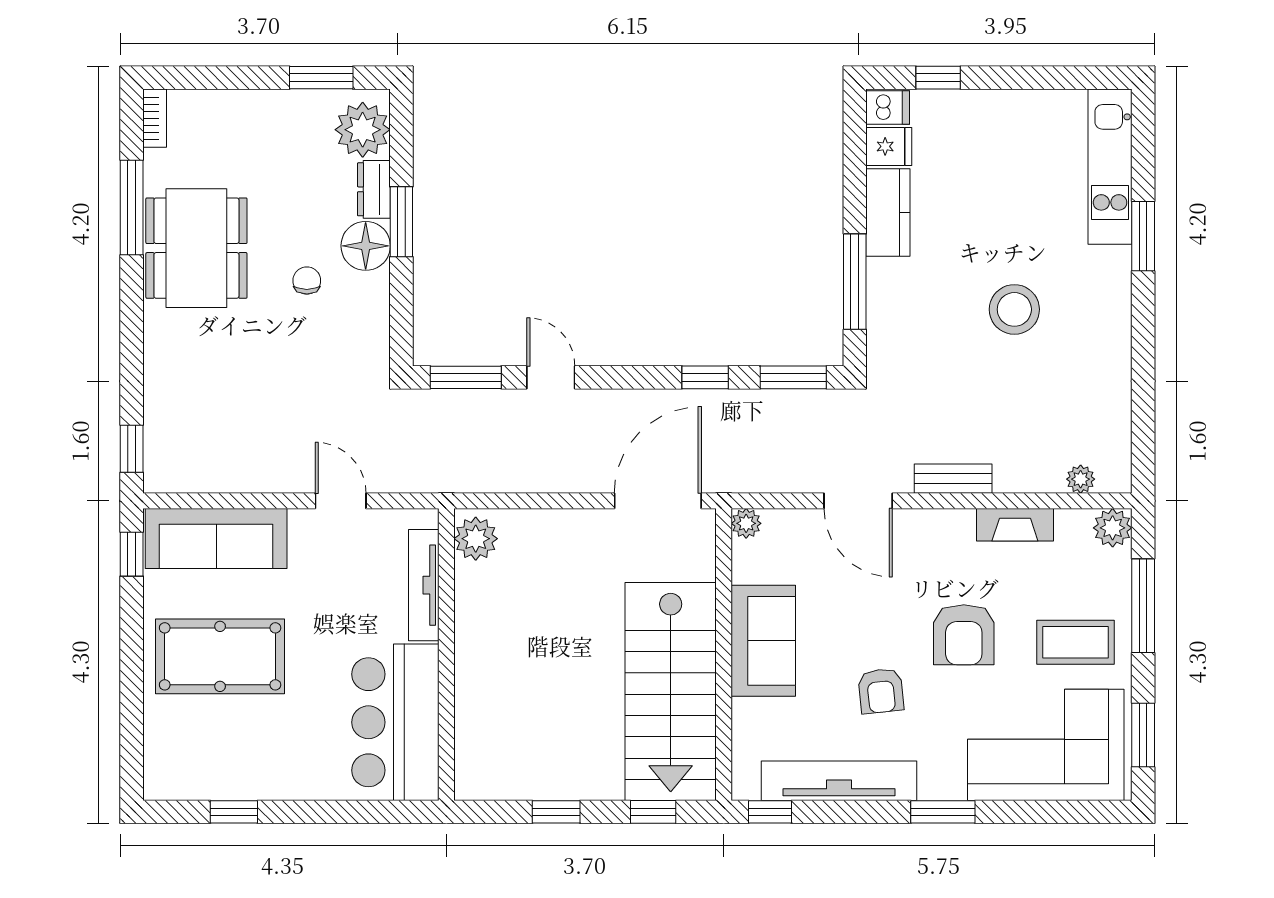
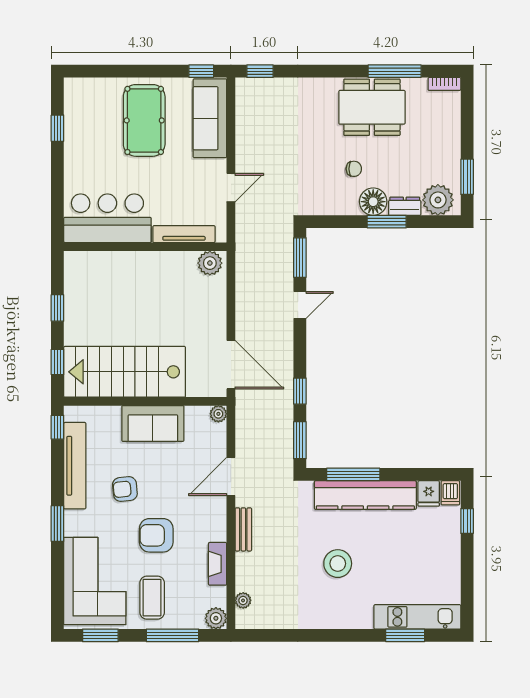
kitchen counter: (888, 212) -> (365, 495), width x2.08, depth x1.17
window: (1143, 236) -> (405, 635), moved

